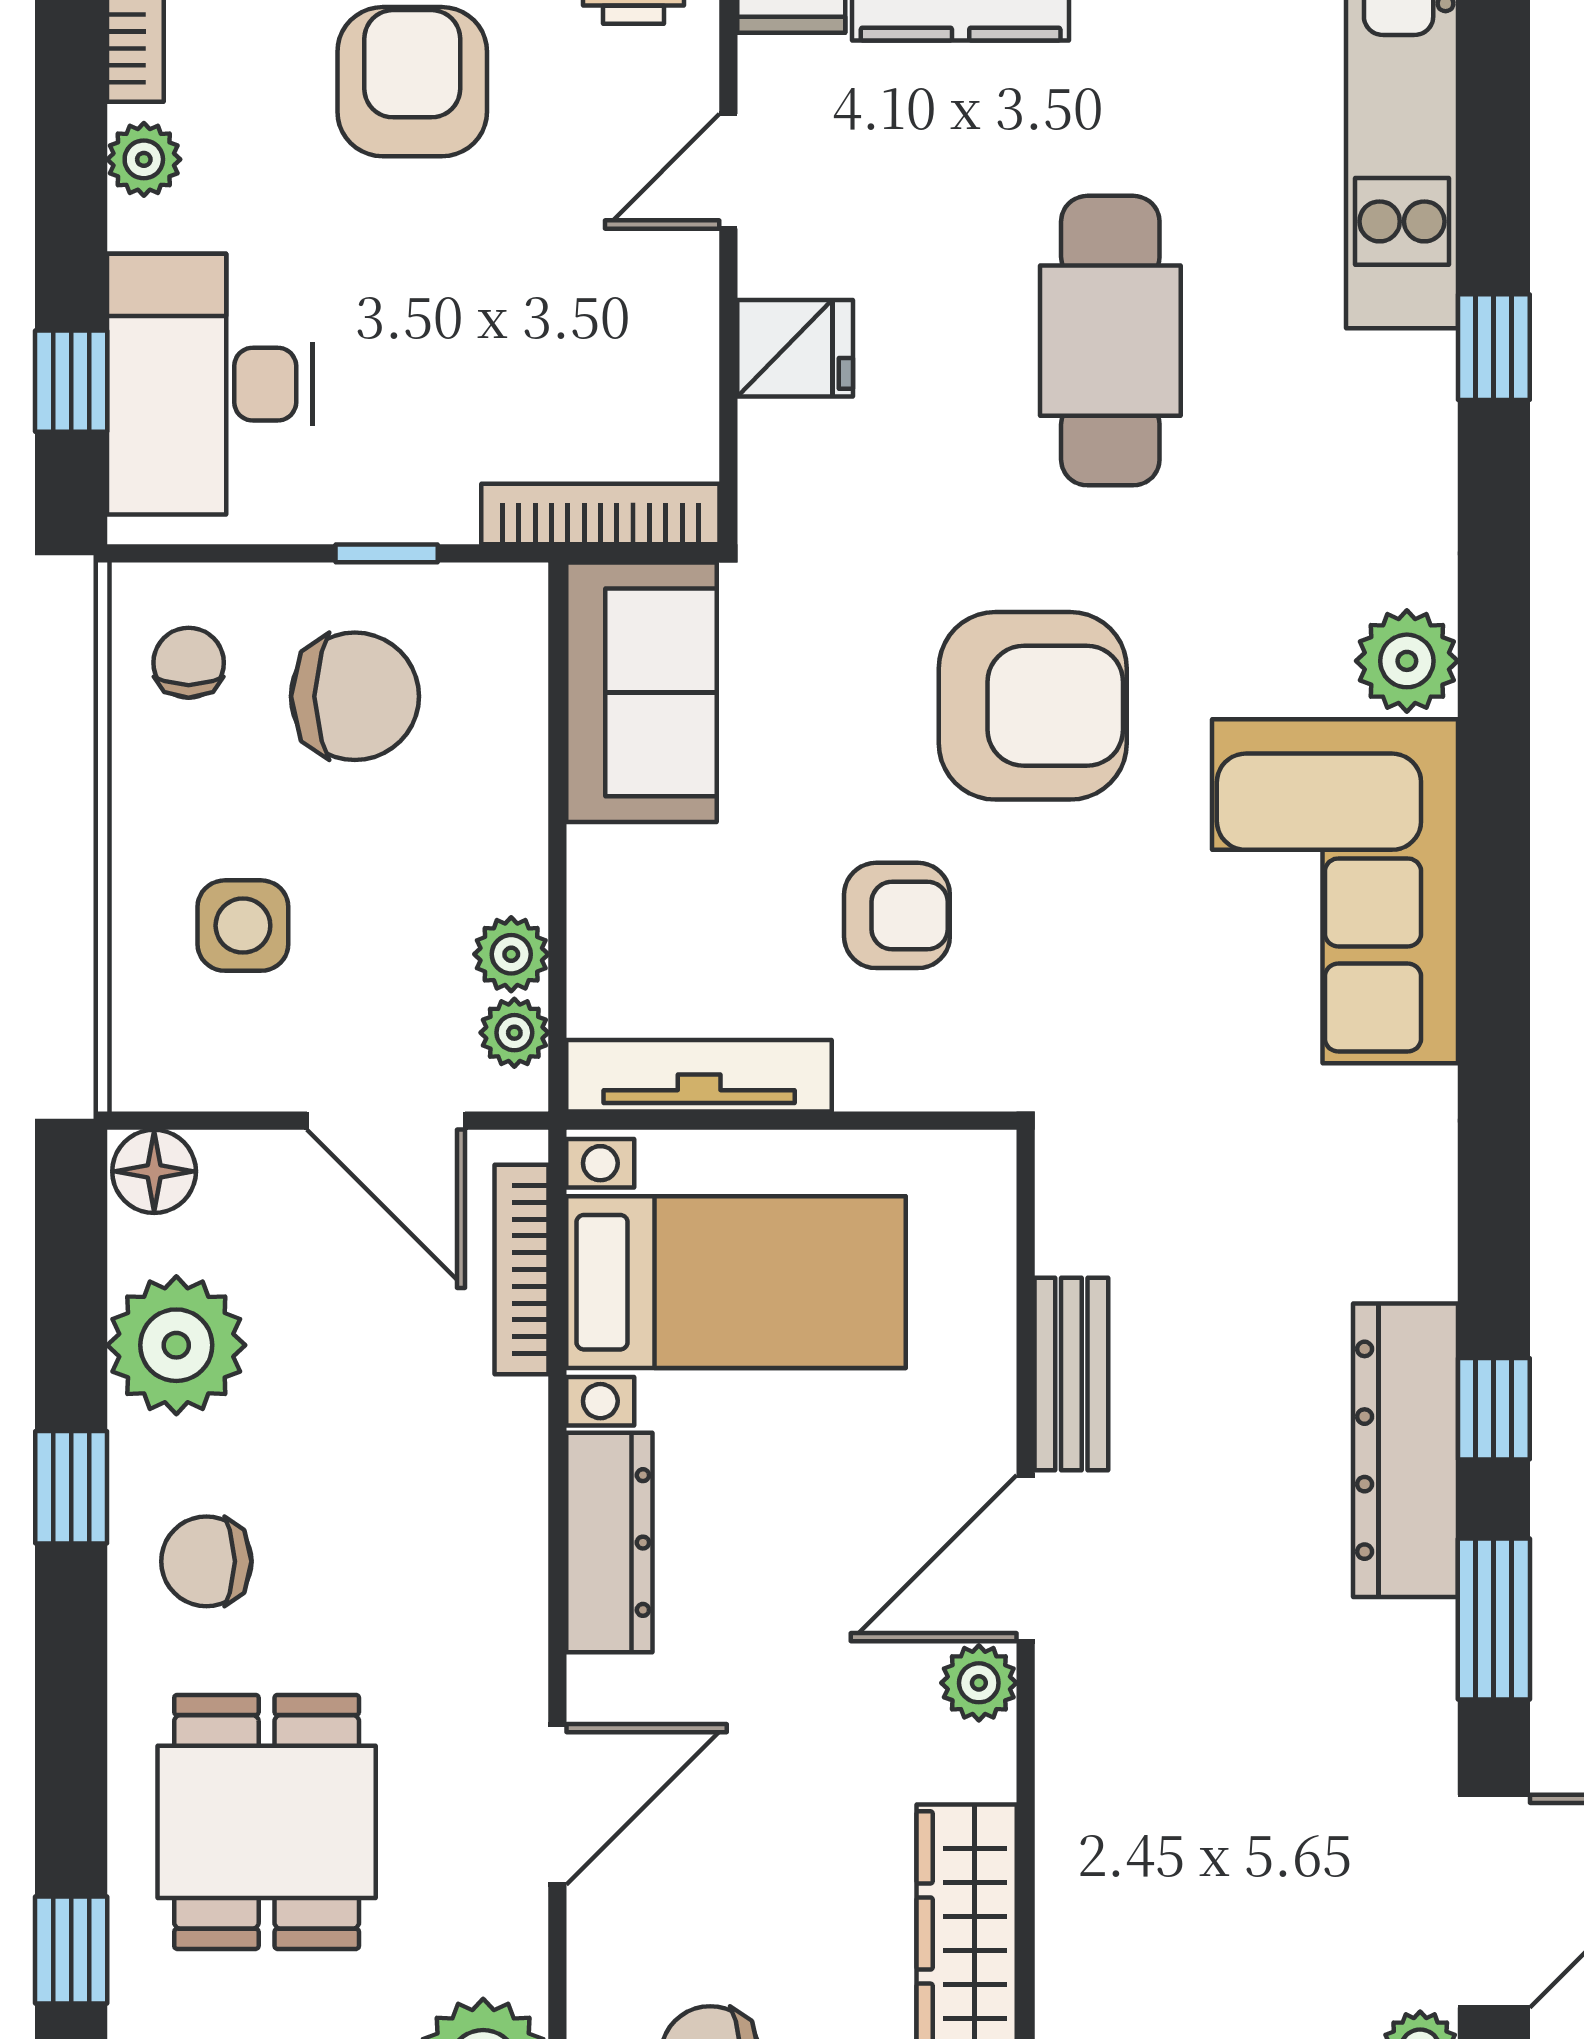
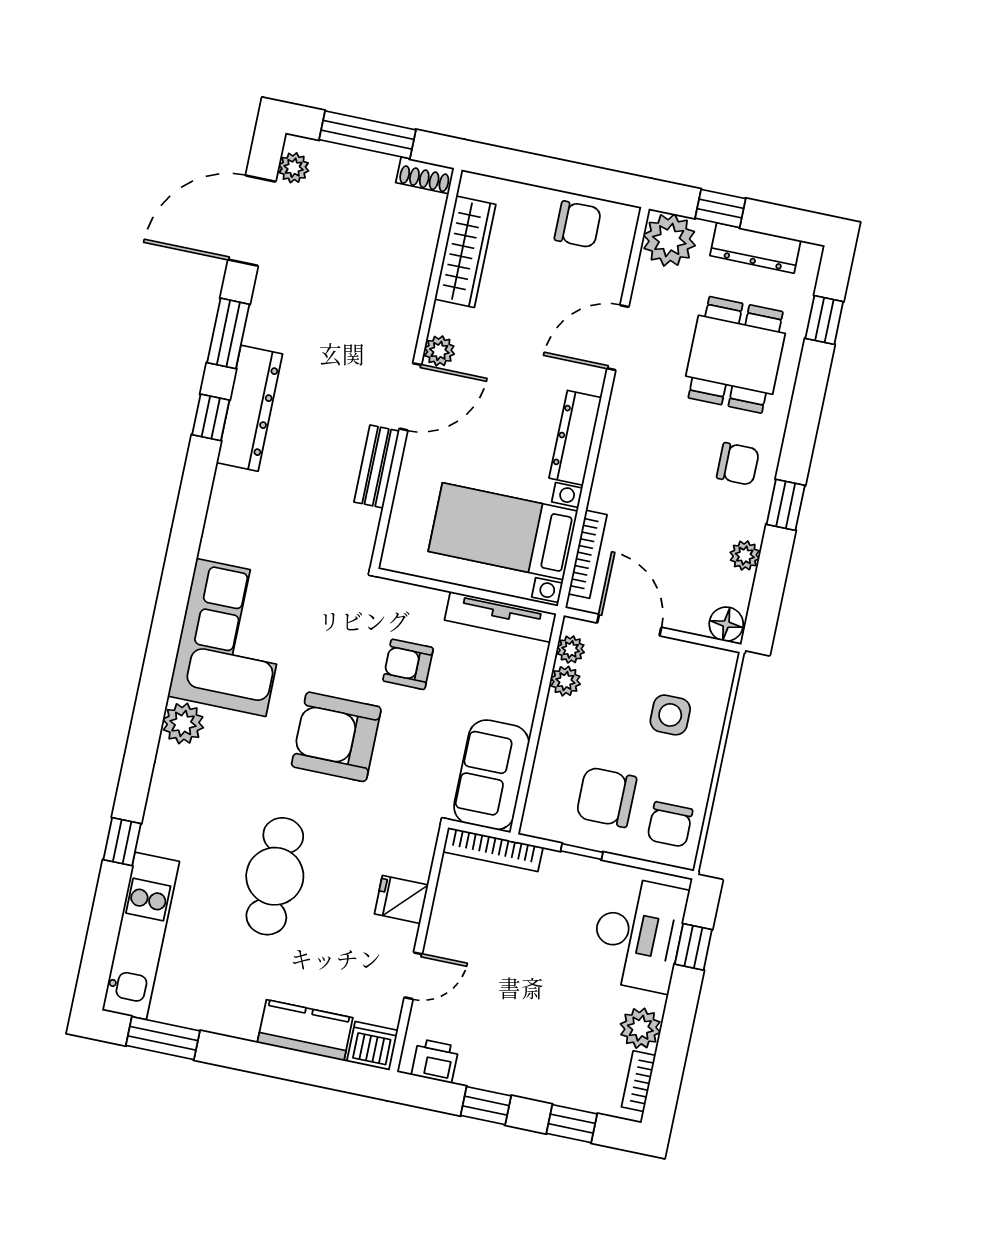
armchair: (412, 82) -> (532, 1038), removed
plant: (144, 159) -> (640, 1028), width x1.38, depth x1.38
chair: (189, 663) -> (670, 824), width x1.37, depth x1.37
plant: (176, 1345) -> (745, 555), width x0.53, depth x0.53

